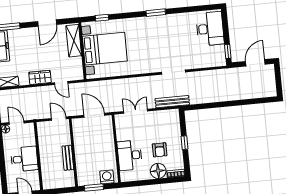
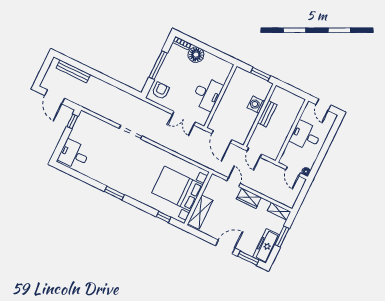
door: (47, 23) -> (225, 247), moved
desk: (210, 29) -> (74, 155), width x0.73
door: (255, 63) -> (55, 97), hinge flipped
bench: (172, 102) -> (73, 71), moved
window: (185, 143) -> (158, 65), width x2.17
armchair: (160, 150) -> (161, 91), moved
desk: (130, 155) -> (207, 94), moved
washing machine: (107, 177) -> (256, 105), moved, turned 90

